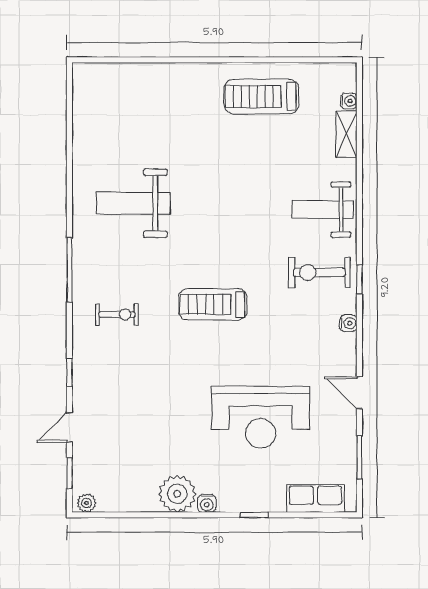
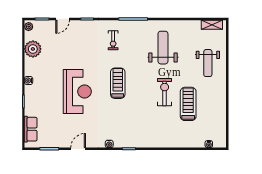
treadmill: (262, 96) -> (188, 104), moved
shelving: (346, 134) -> (212, 25), moved
weight bench: (323, 209) -> (208, 63), moved, turned 180
exercise bike: (319, 272) -> (165, 92), moved
reception desk: (261, 417) -> (77, 91), moved, turned 180
door: (69, 427) -> (63, 19), swing flipped
plant: (177, 494) -> (33, 49), moved

